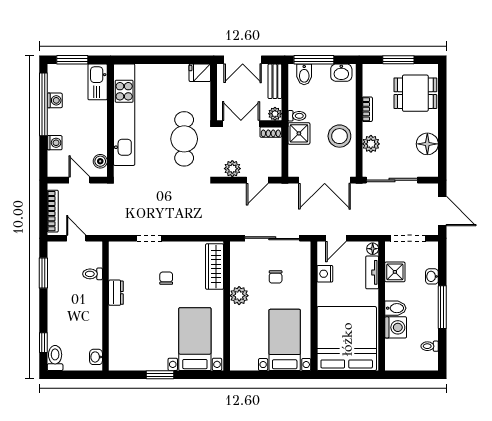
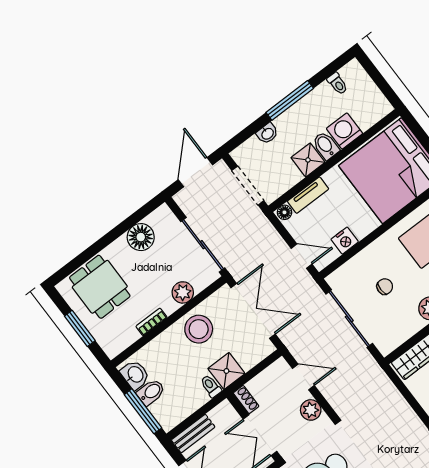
bidet: (304, 74) -> (151, 392), moved
plant: (275, 114) -> (225, 409), removed
shower: (395, 272) -> (308, 160), moved

